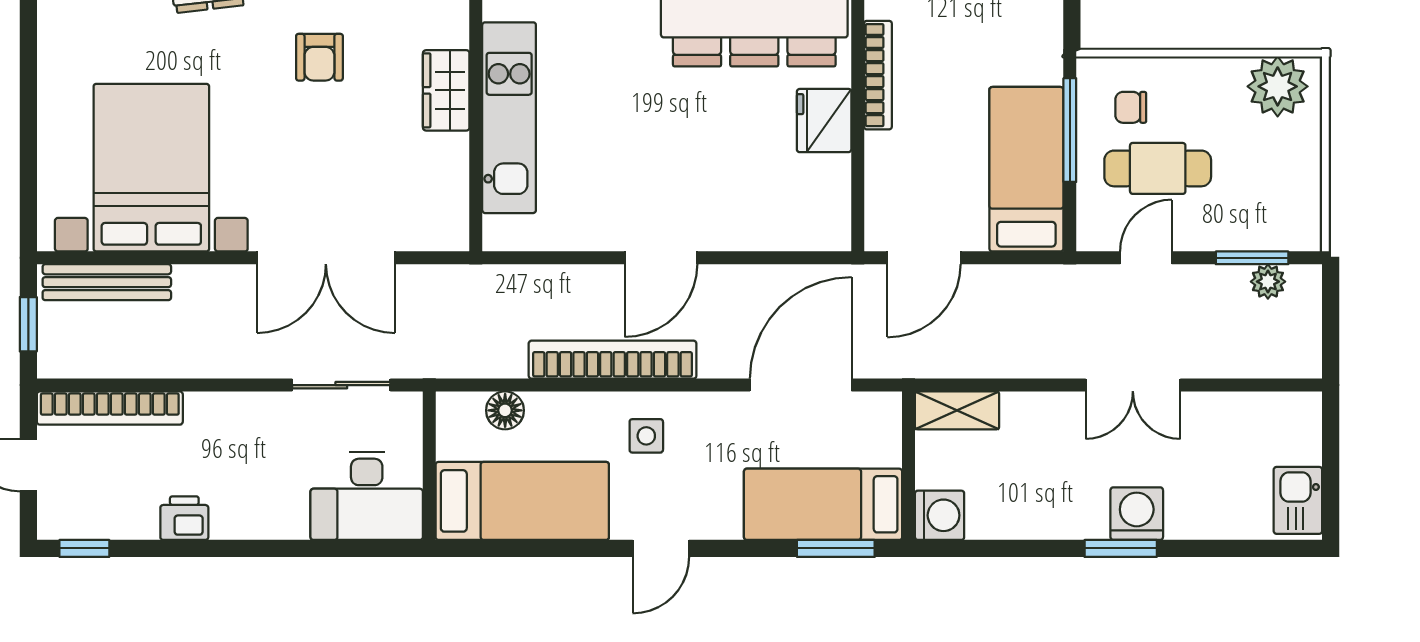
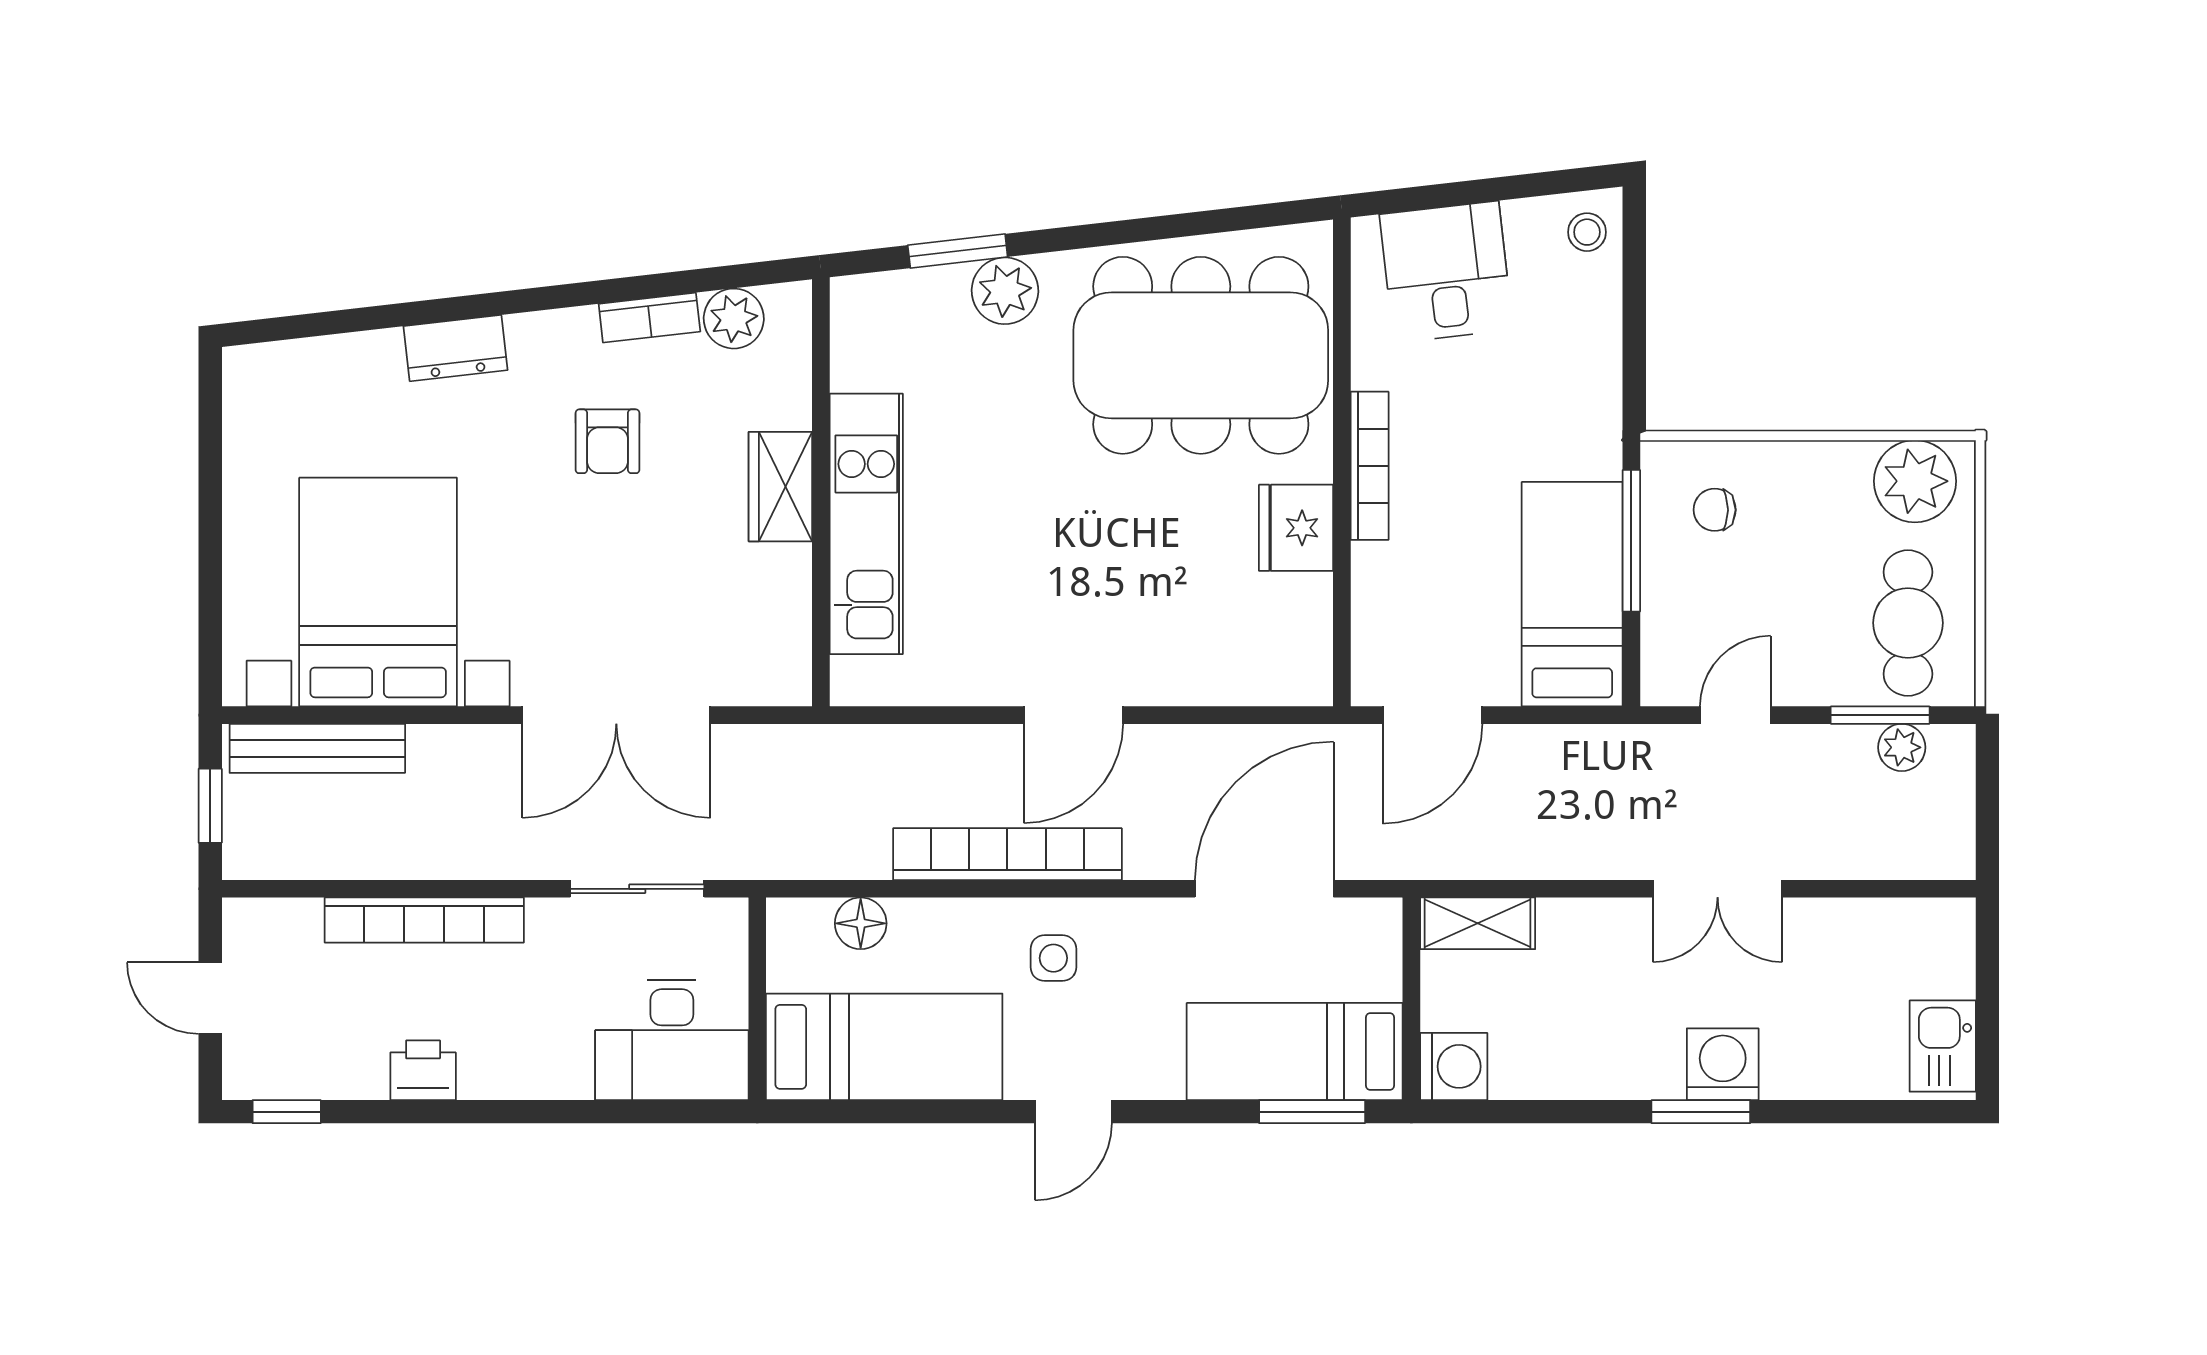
cafe table: (1158, 168) -> (1908, 623), moved, turned 90
bookcase: (110, 408) -> (424, 920), moved

